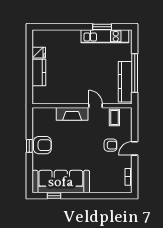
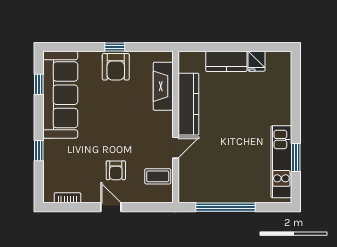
kitchen counter: (125, 82) -> (188, 104), moved, turned 90
fireplace: (72, 114) -> (163, 86), moved
window: (97, 196) -> (39, 151), added

